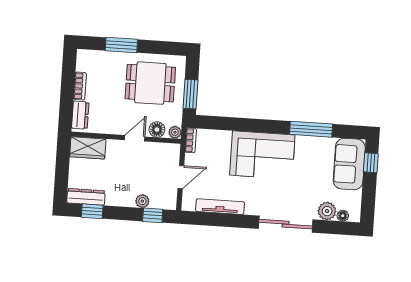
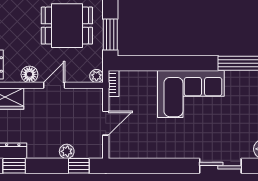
floor lamp: (157, 129) -> (29, 74), moved
tv unit: (220, 207) -> (150, 152), removed
sliding door: (286, 224) -> (220, 166), width x0.73

